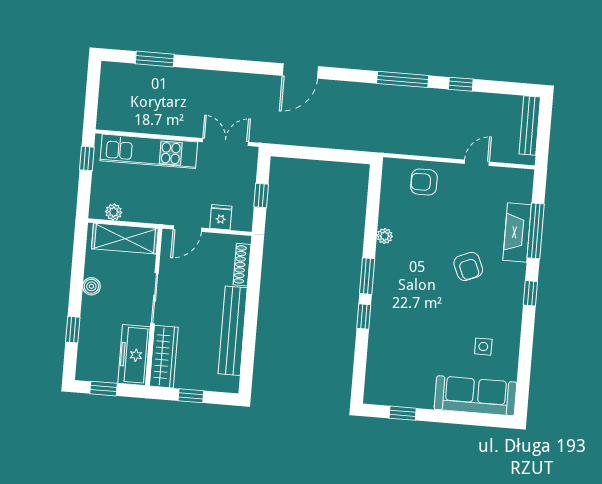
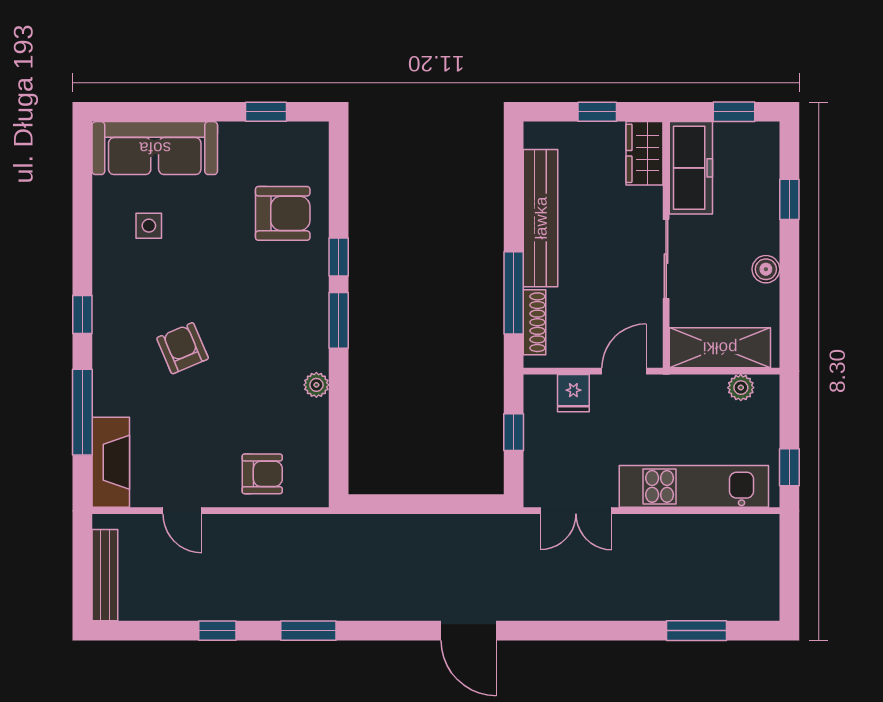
door: (300, 71) -> (469, 631), swing flipped
window: (403, 79) -> (308, 631), width x0.69
door: (477, 163) -> (182, 511), hinge flipped
fireplace: (517, 233) -> (111, 462), moved
window: (254, 284) -> (514, 293), added
armchair: (397, 347) -> (283, 213), added
wardrobe: (164, 357) -> (644, 153), width x0.67

